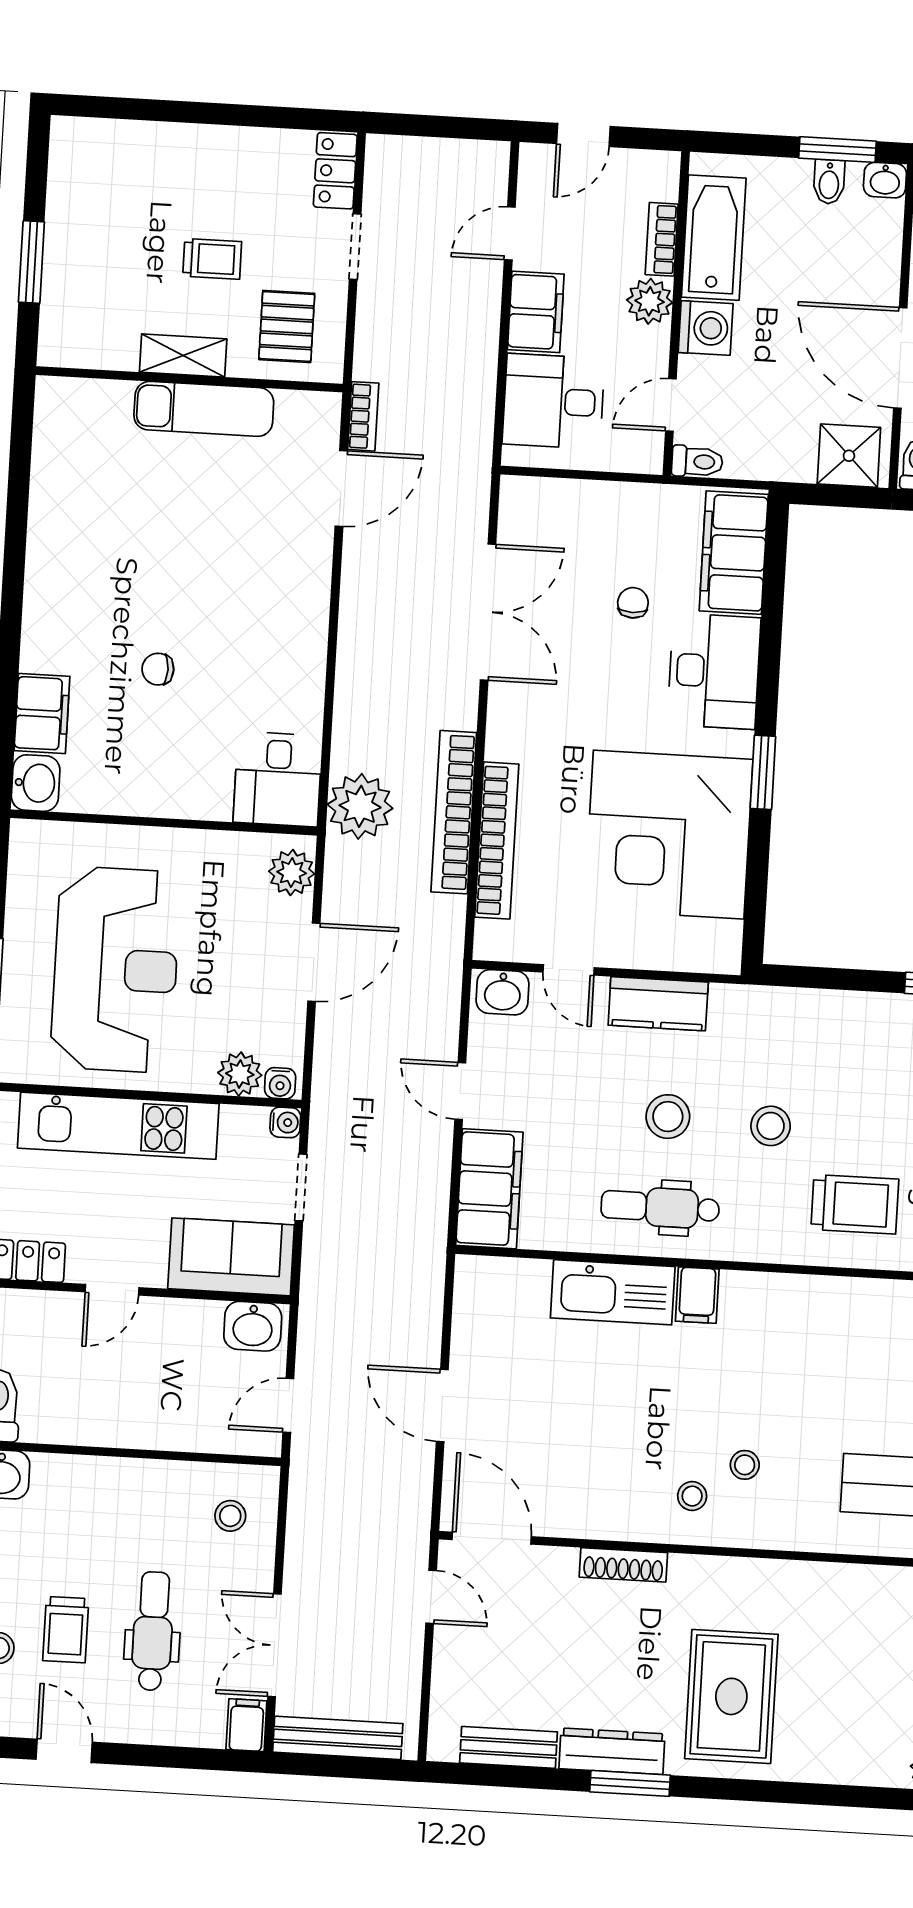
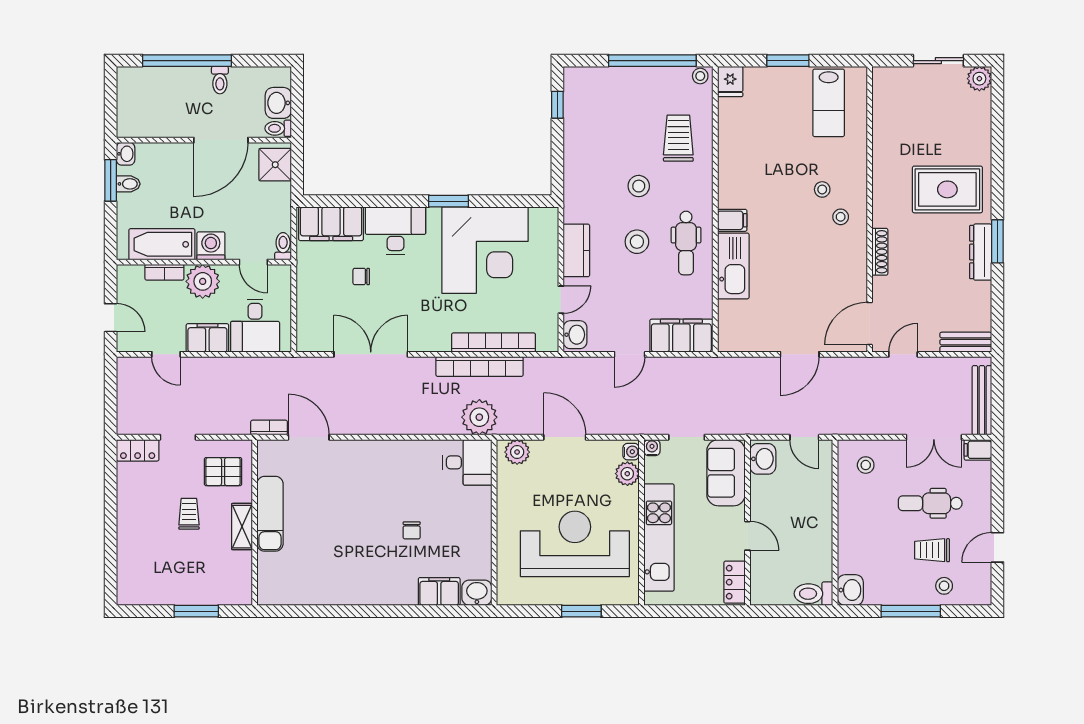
plant: (650, 301) -> (203, 281), width x1.36, depth x1.36
trolley: (66, 1630) -> (932, 550), turned 180
bench: (509, 1747) -> (966, 342), moved, turned 90

